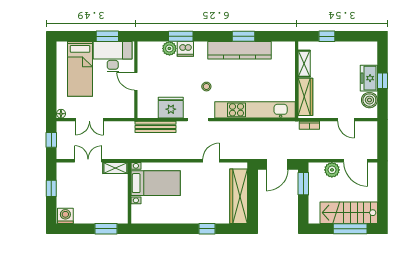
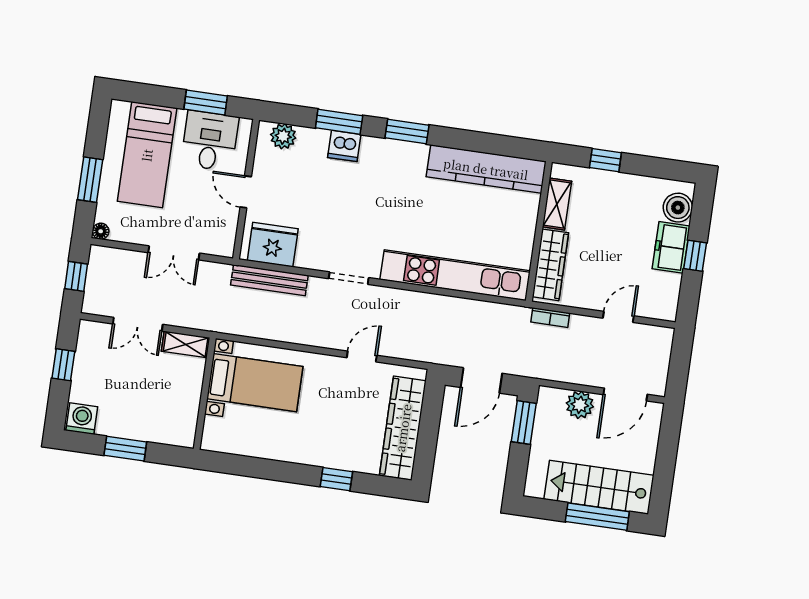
window: (243, 36) -> (407, 132), moved
plant: (169, 48) -> (283, 136), moved
kitchen counter: (239, 50) -> (486, 169), moved
desk: (113, 57) -> (210, 141), width x0.73
window: (51, 87) -> (90, 180), added
stool: (206, 87) -> (373, 220), removed
boiler: (369, 100) -> (678, 208), moved
fridge: (171, 108) -> (273, 245), moved
double door: (89, 120) -> (174, 253), moved
door: (346, 120) -> (618, 317), swing flipped
double door: (88, 161) -> (138, 324), swing flipped
door: (356, 161) -> (625, 394), hinge flipped
window: (106, 229) -> (125, 449), moved

